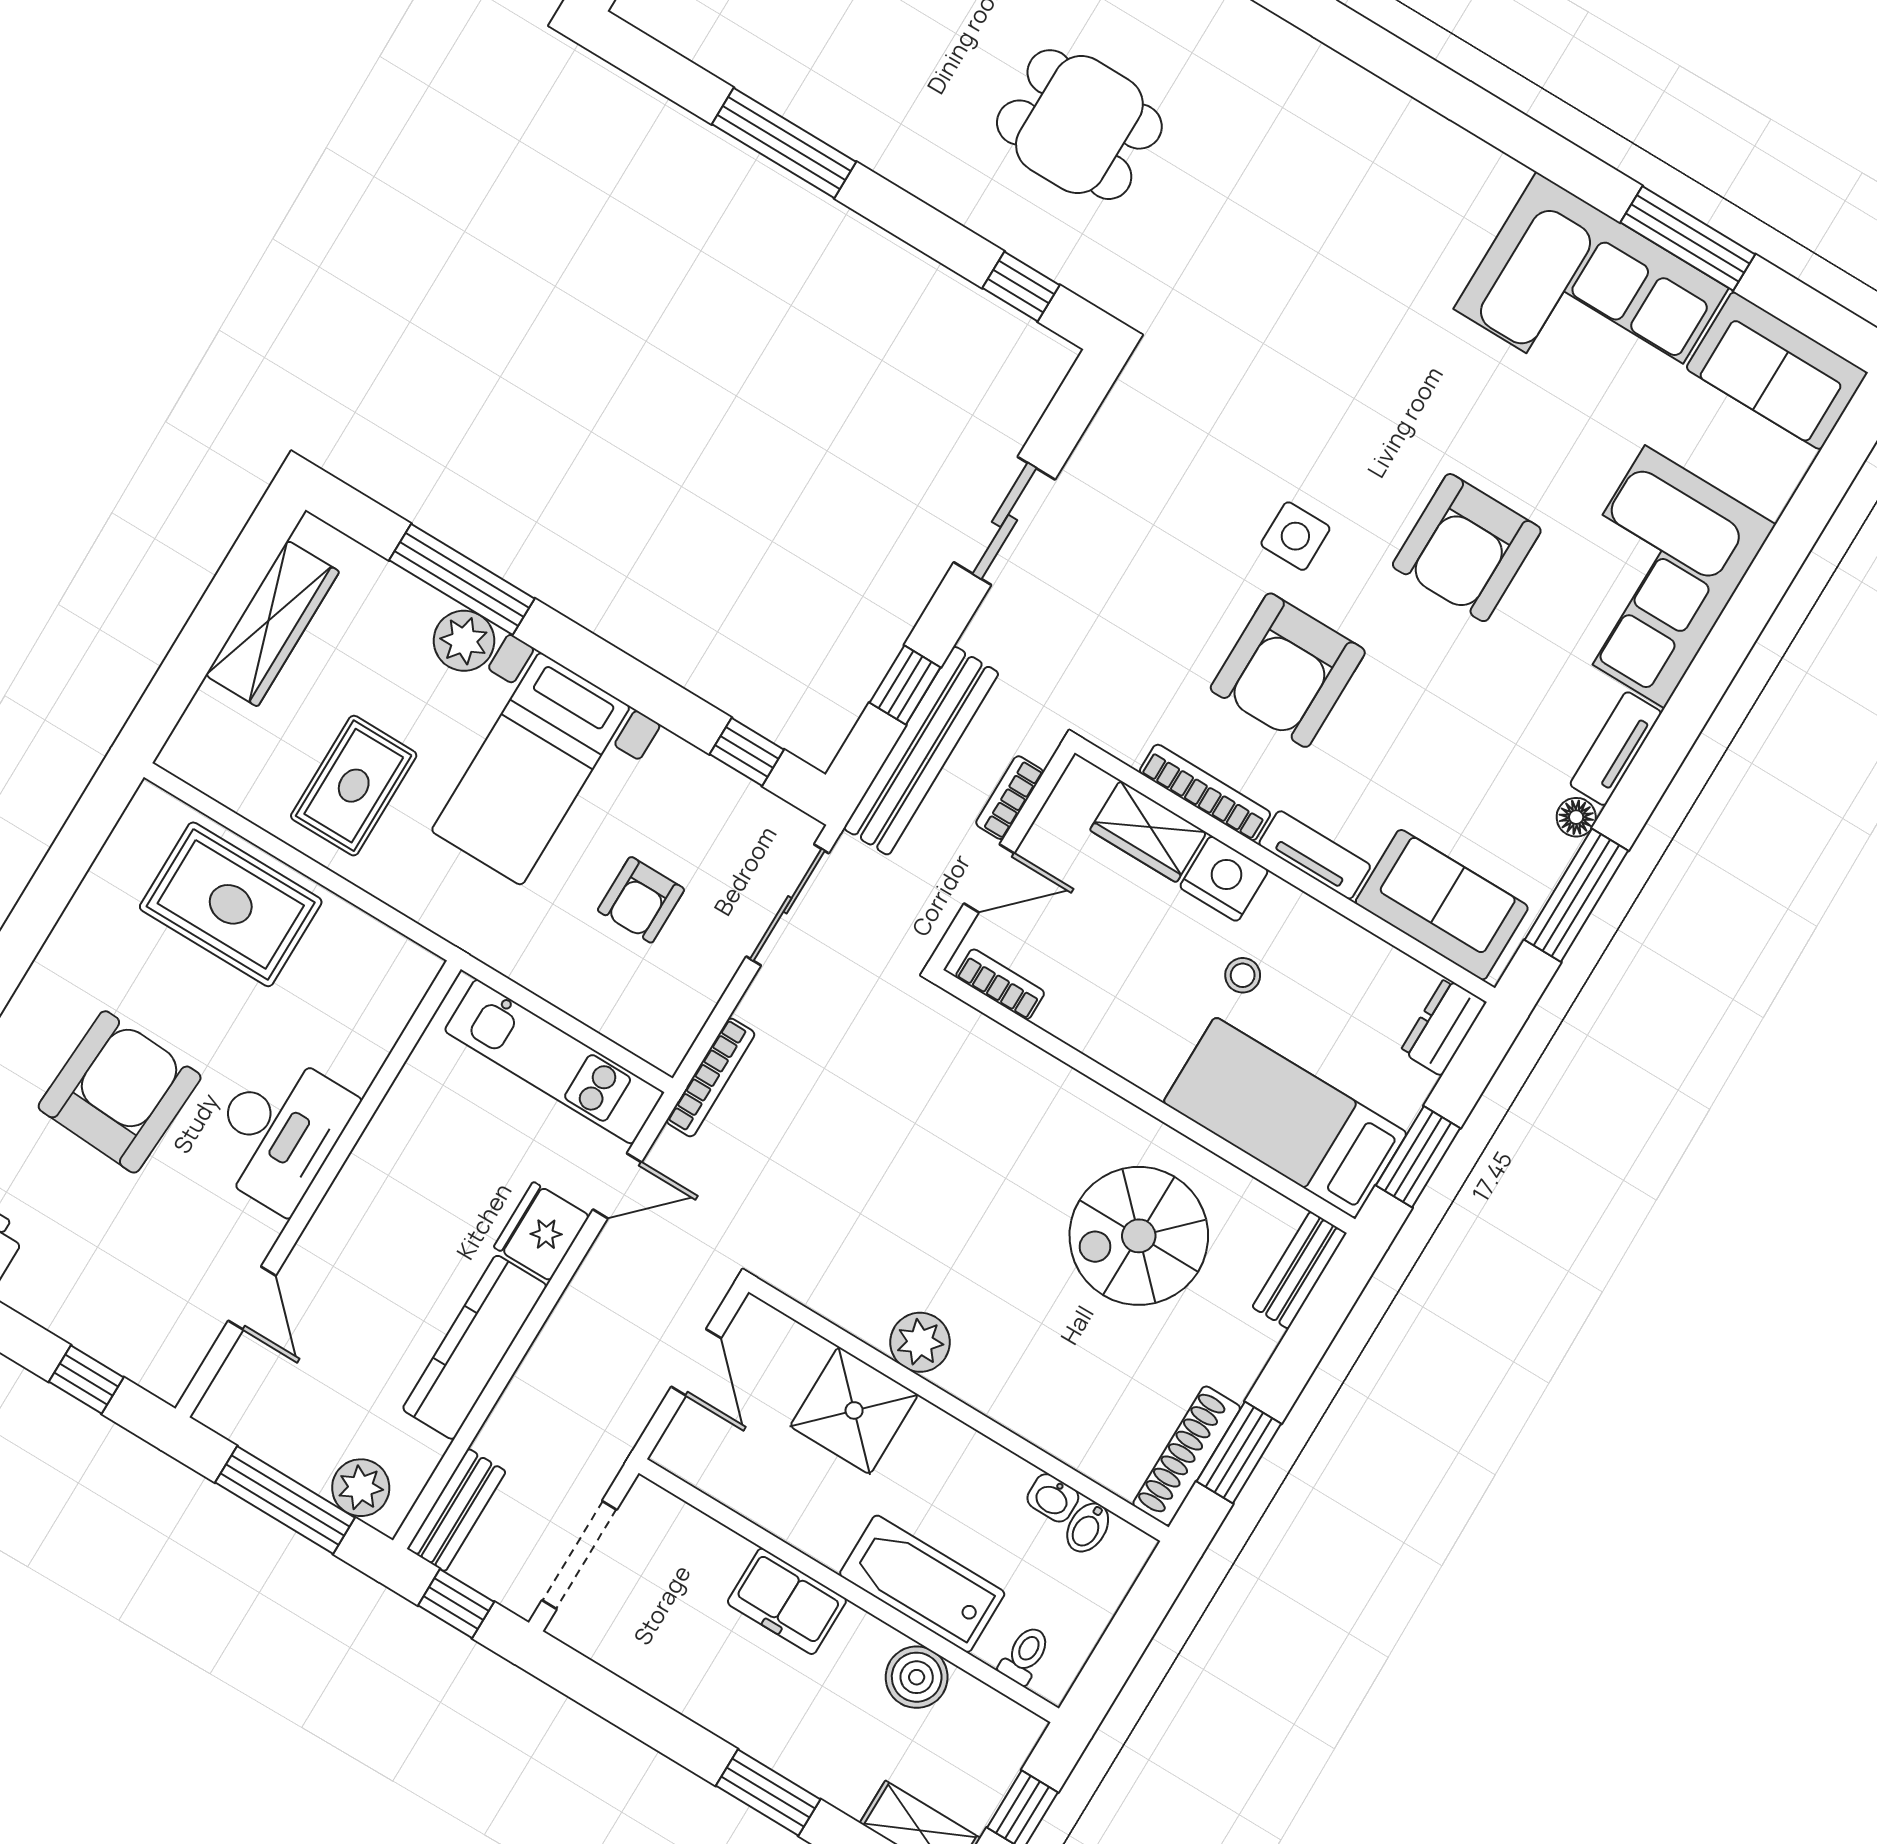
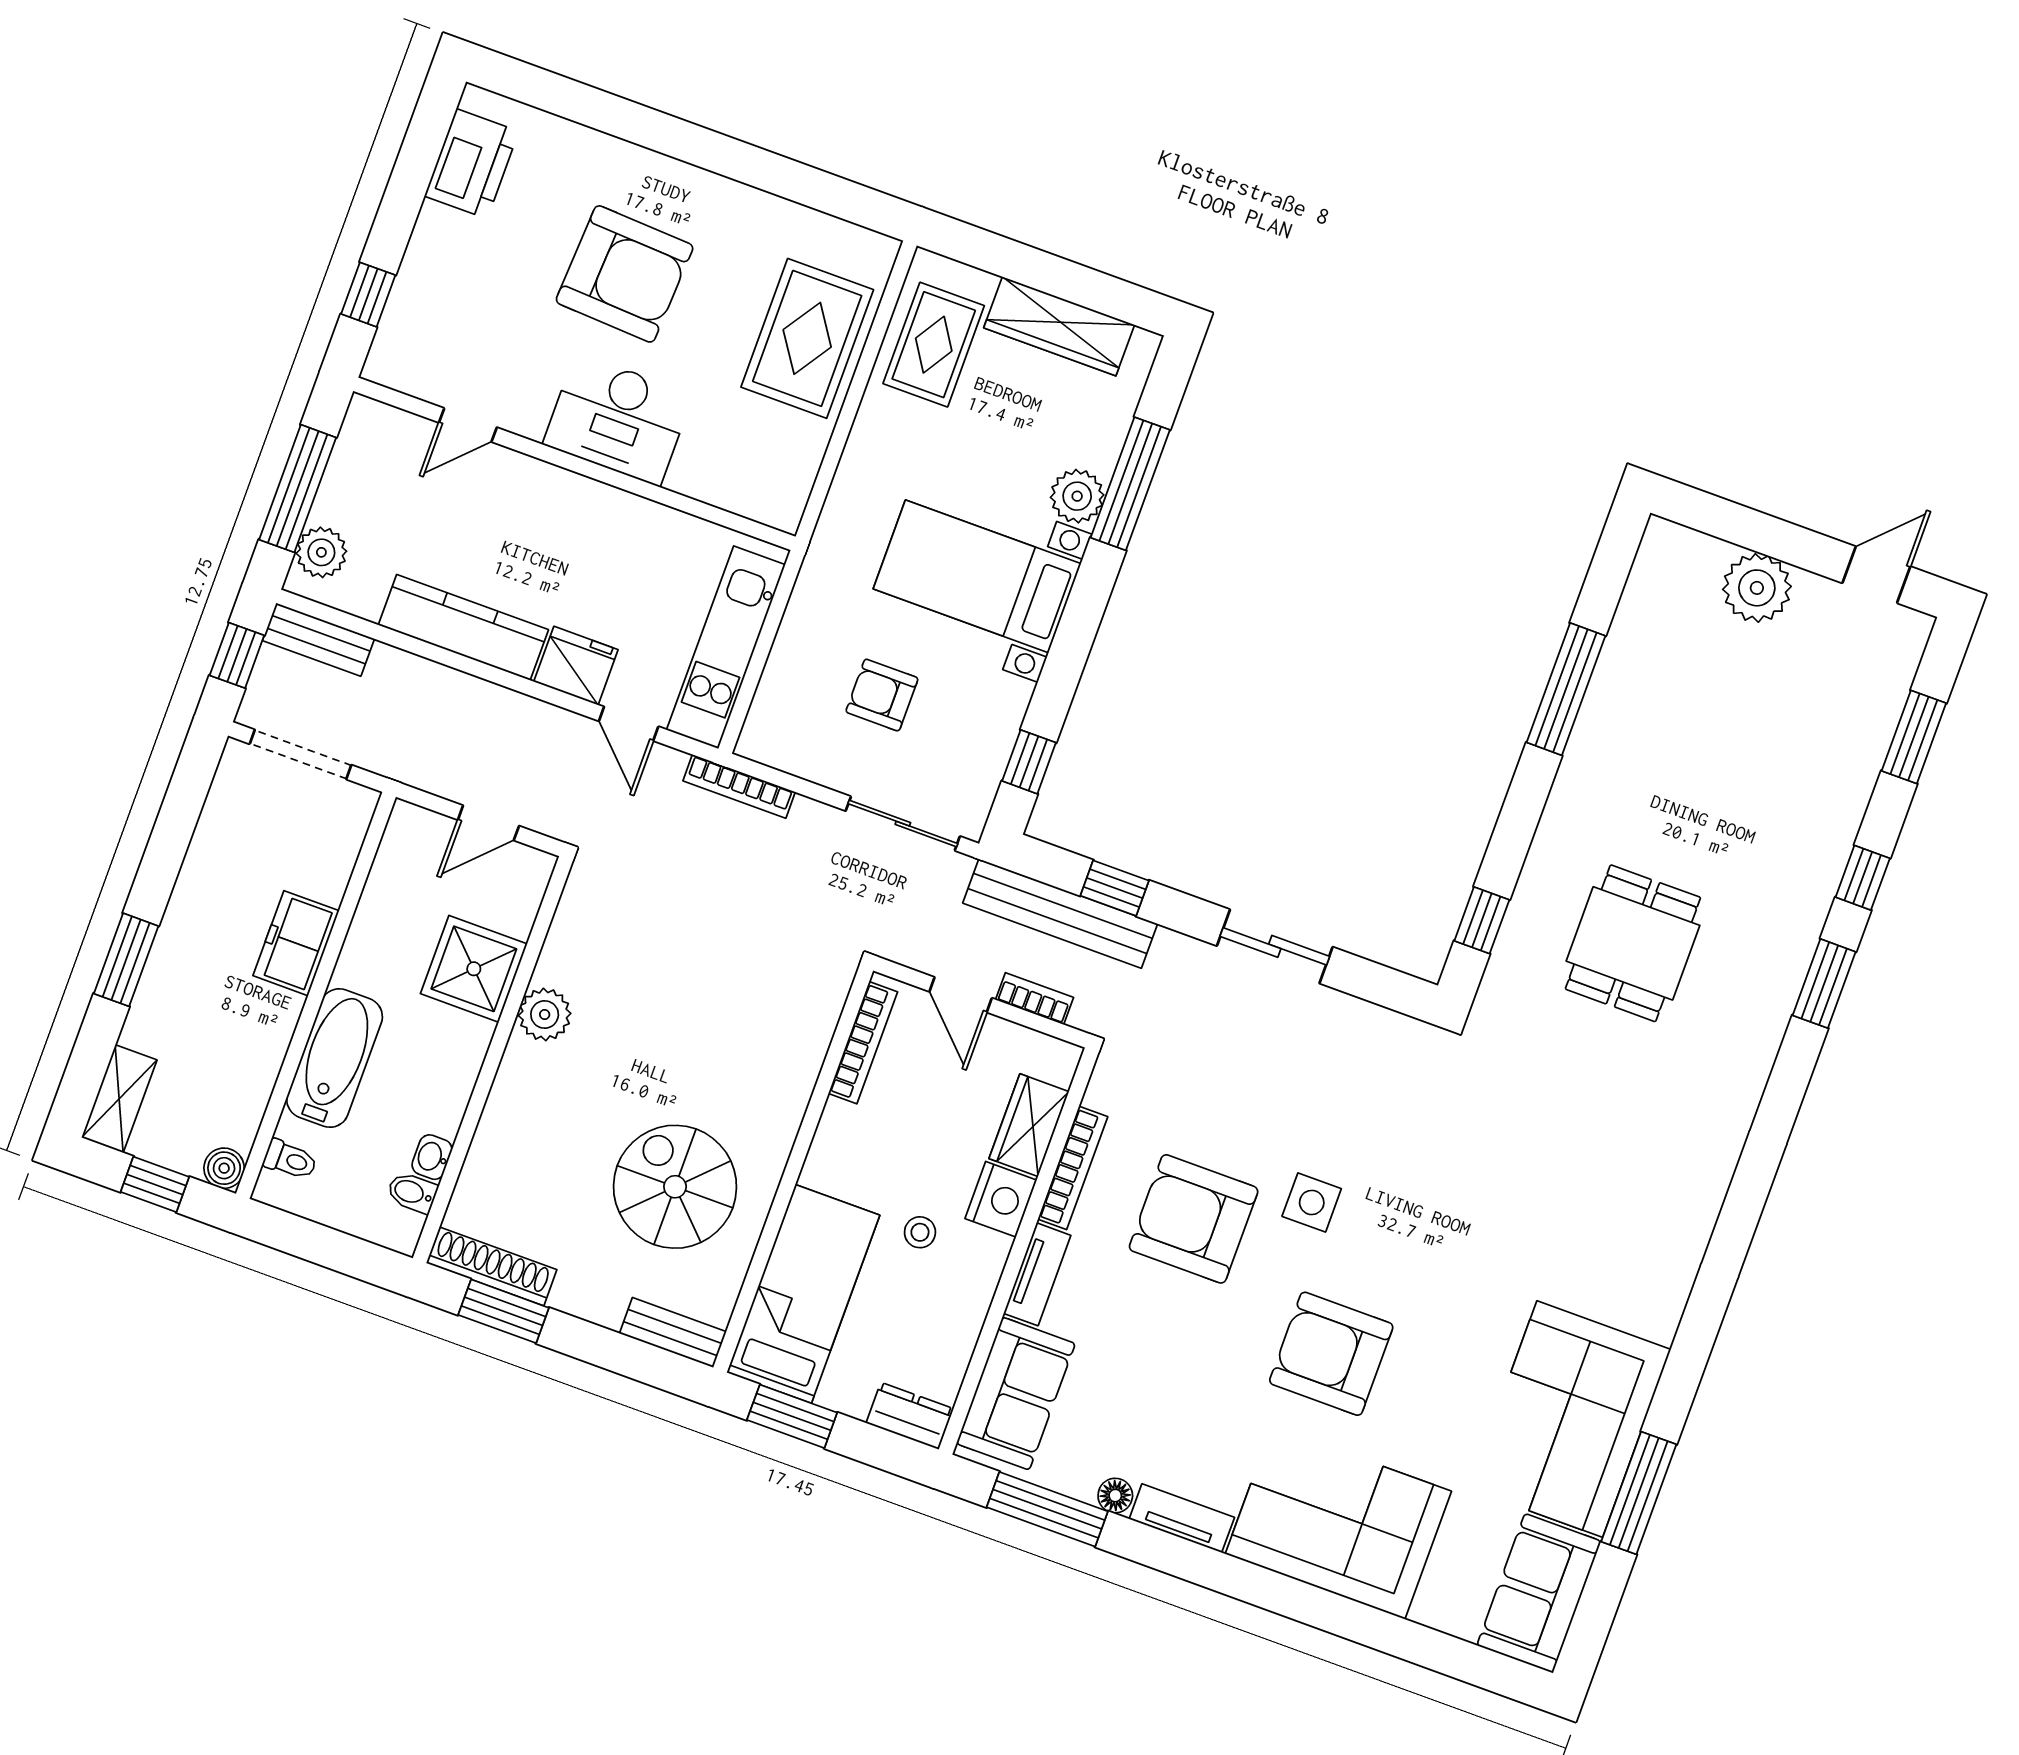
rug: (354, 786) -> (934, 345), moved, turned 90
bookcase: (1000, 984) -> (863, 1043), width x1.56
boiler: (917, 1677) -> (224, 1168), moved, width x0.73, depth x0.73

